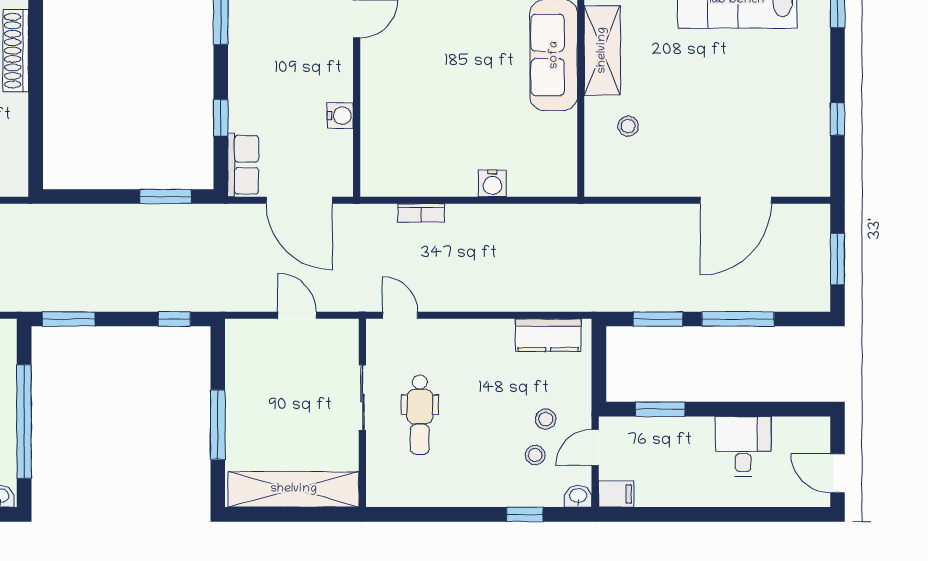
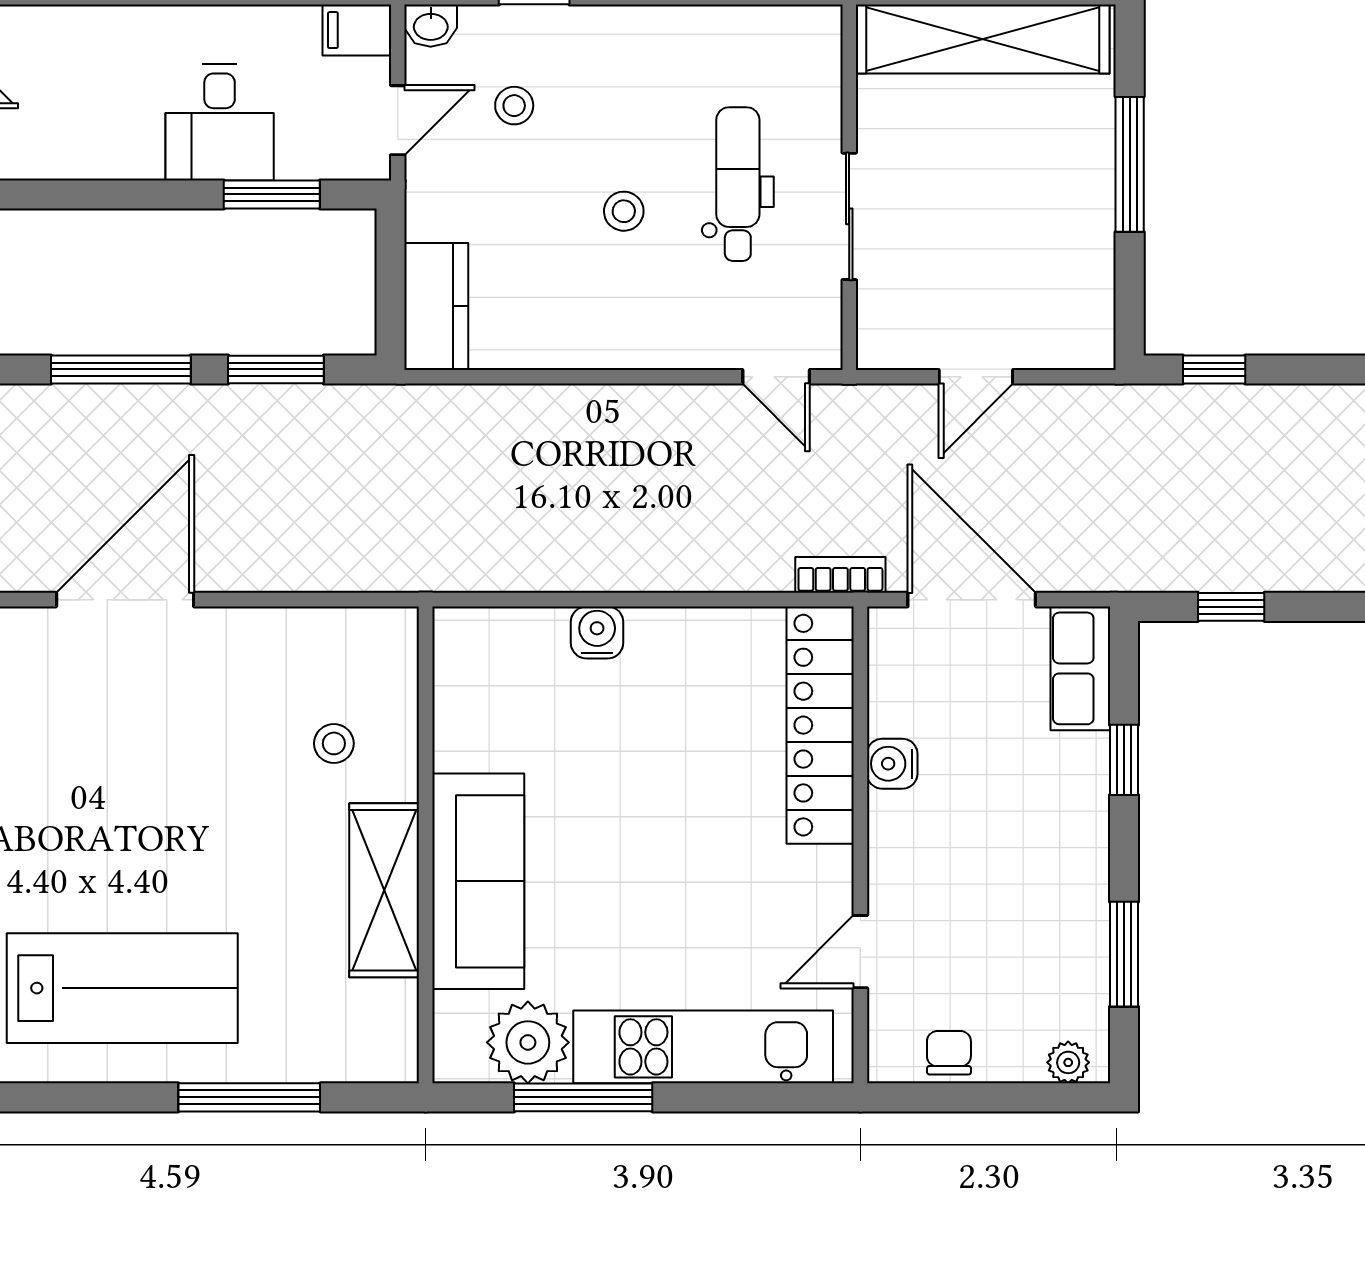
locker: (377, 136) -> (820, 725), added
window: (165, 197) -> (1231, 607), width x0.67
bookcase: (421, 213) -> (840, 575), moved
door: (297, 315) -> (976, 377), hinge flipped
kitchen counter: (548, 335) -> (436, 306), moved, turned 90
stool: (546, 419) -> (624, 211), moved
desk: (743, 446) -> (220, 122), moved

